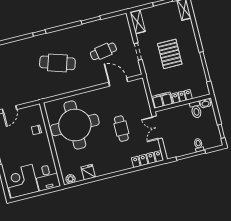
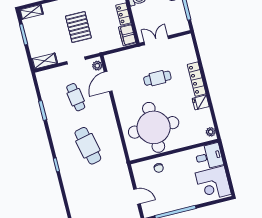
pallet: (170, 54) -> (78, 27), turned 90
cafe table: (57, 63) -> (88, 146), turned -30
plant: (133, 72) -> (97, 66), added
double door: (157, 128) -> (156, 40), swing flipped
locker: (147, 159) -> (197, 79), moved
fridge: (88, 172) -> (201, 102), moved

